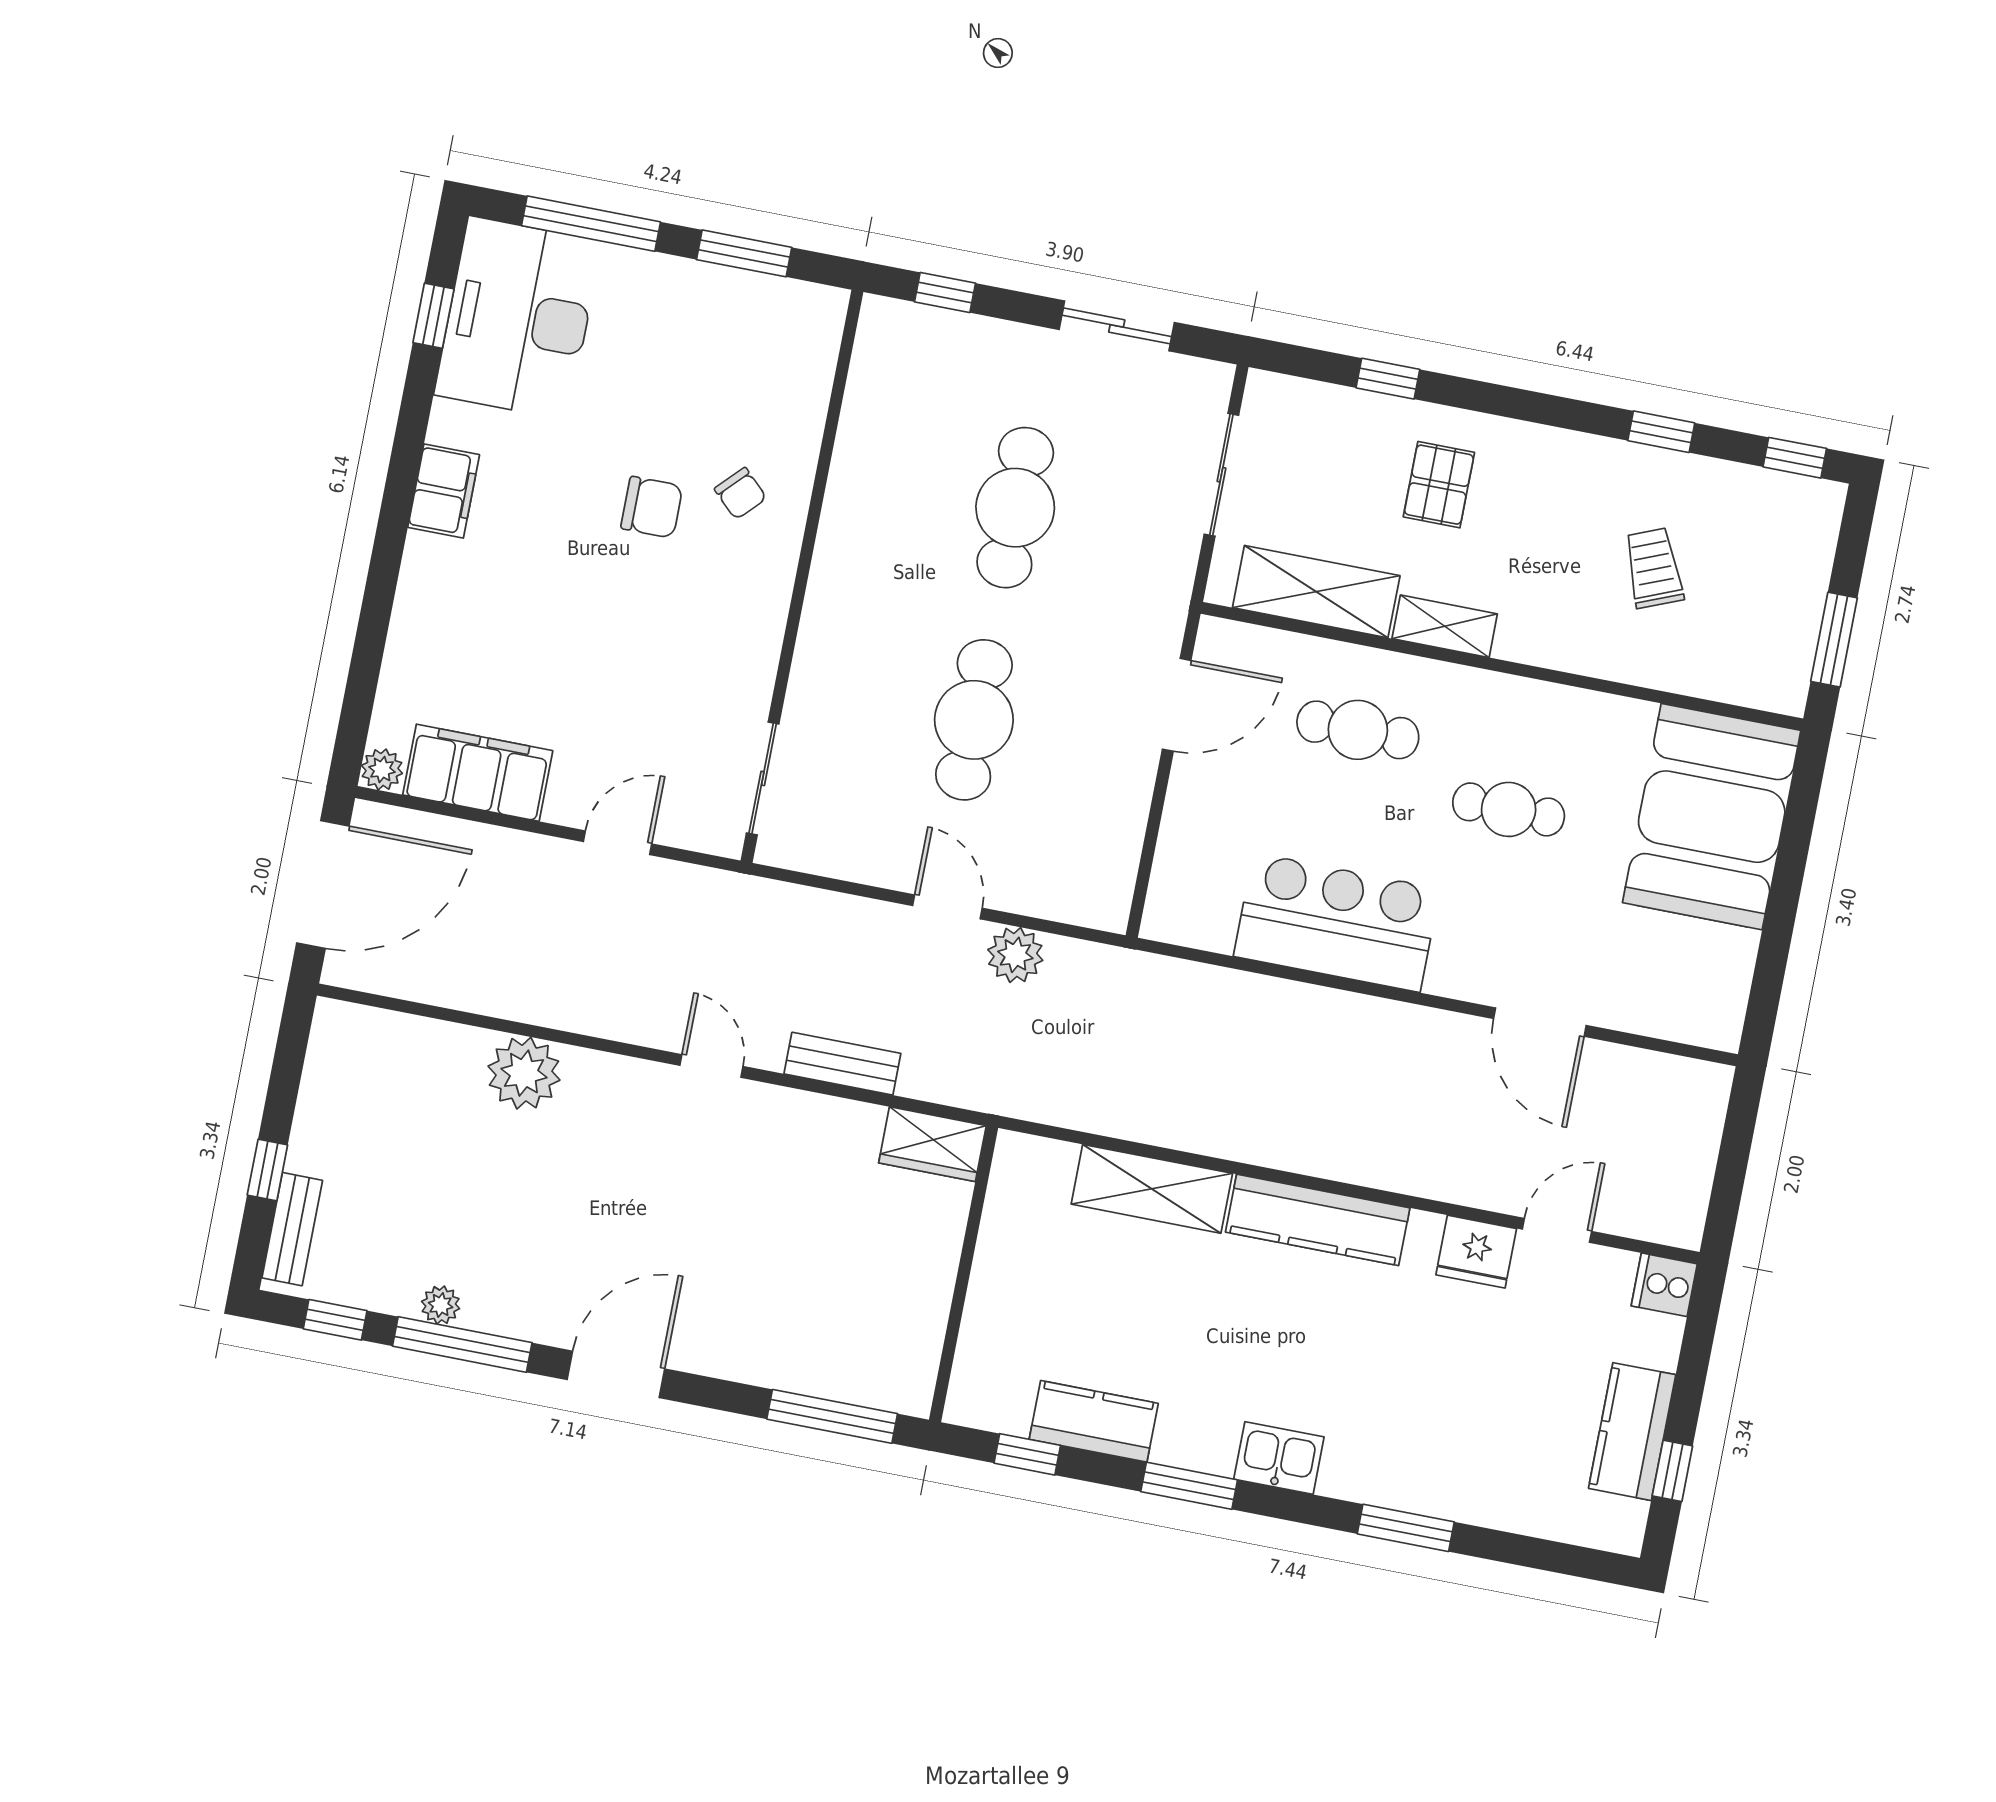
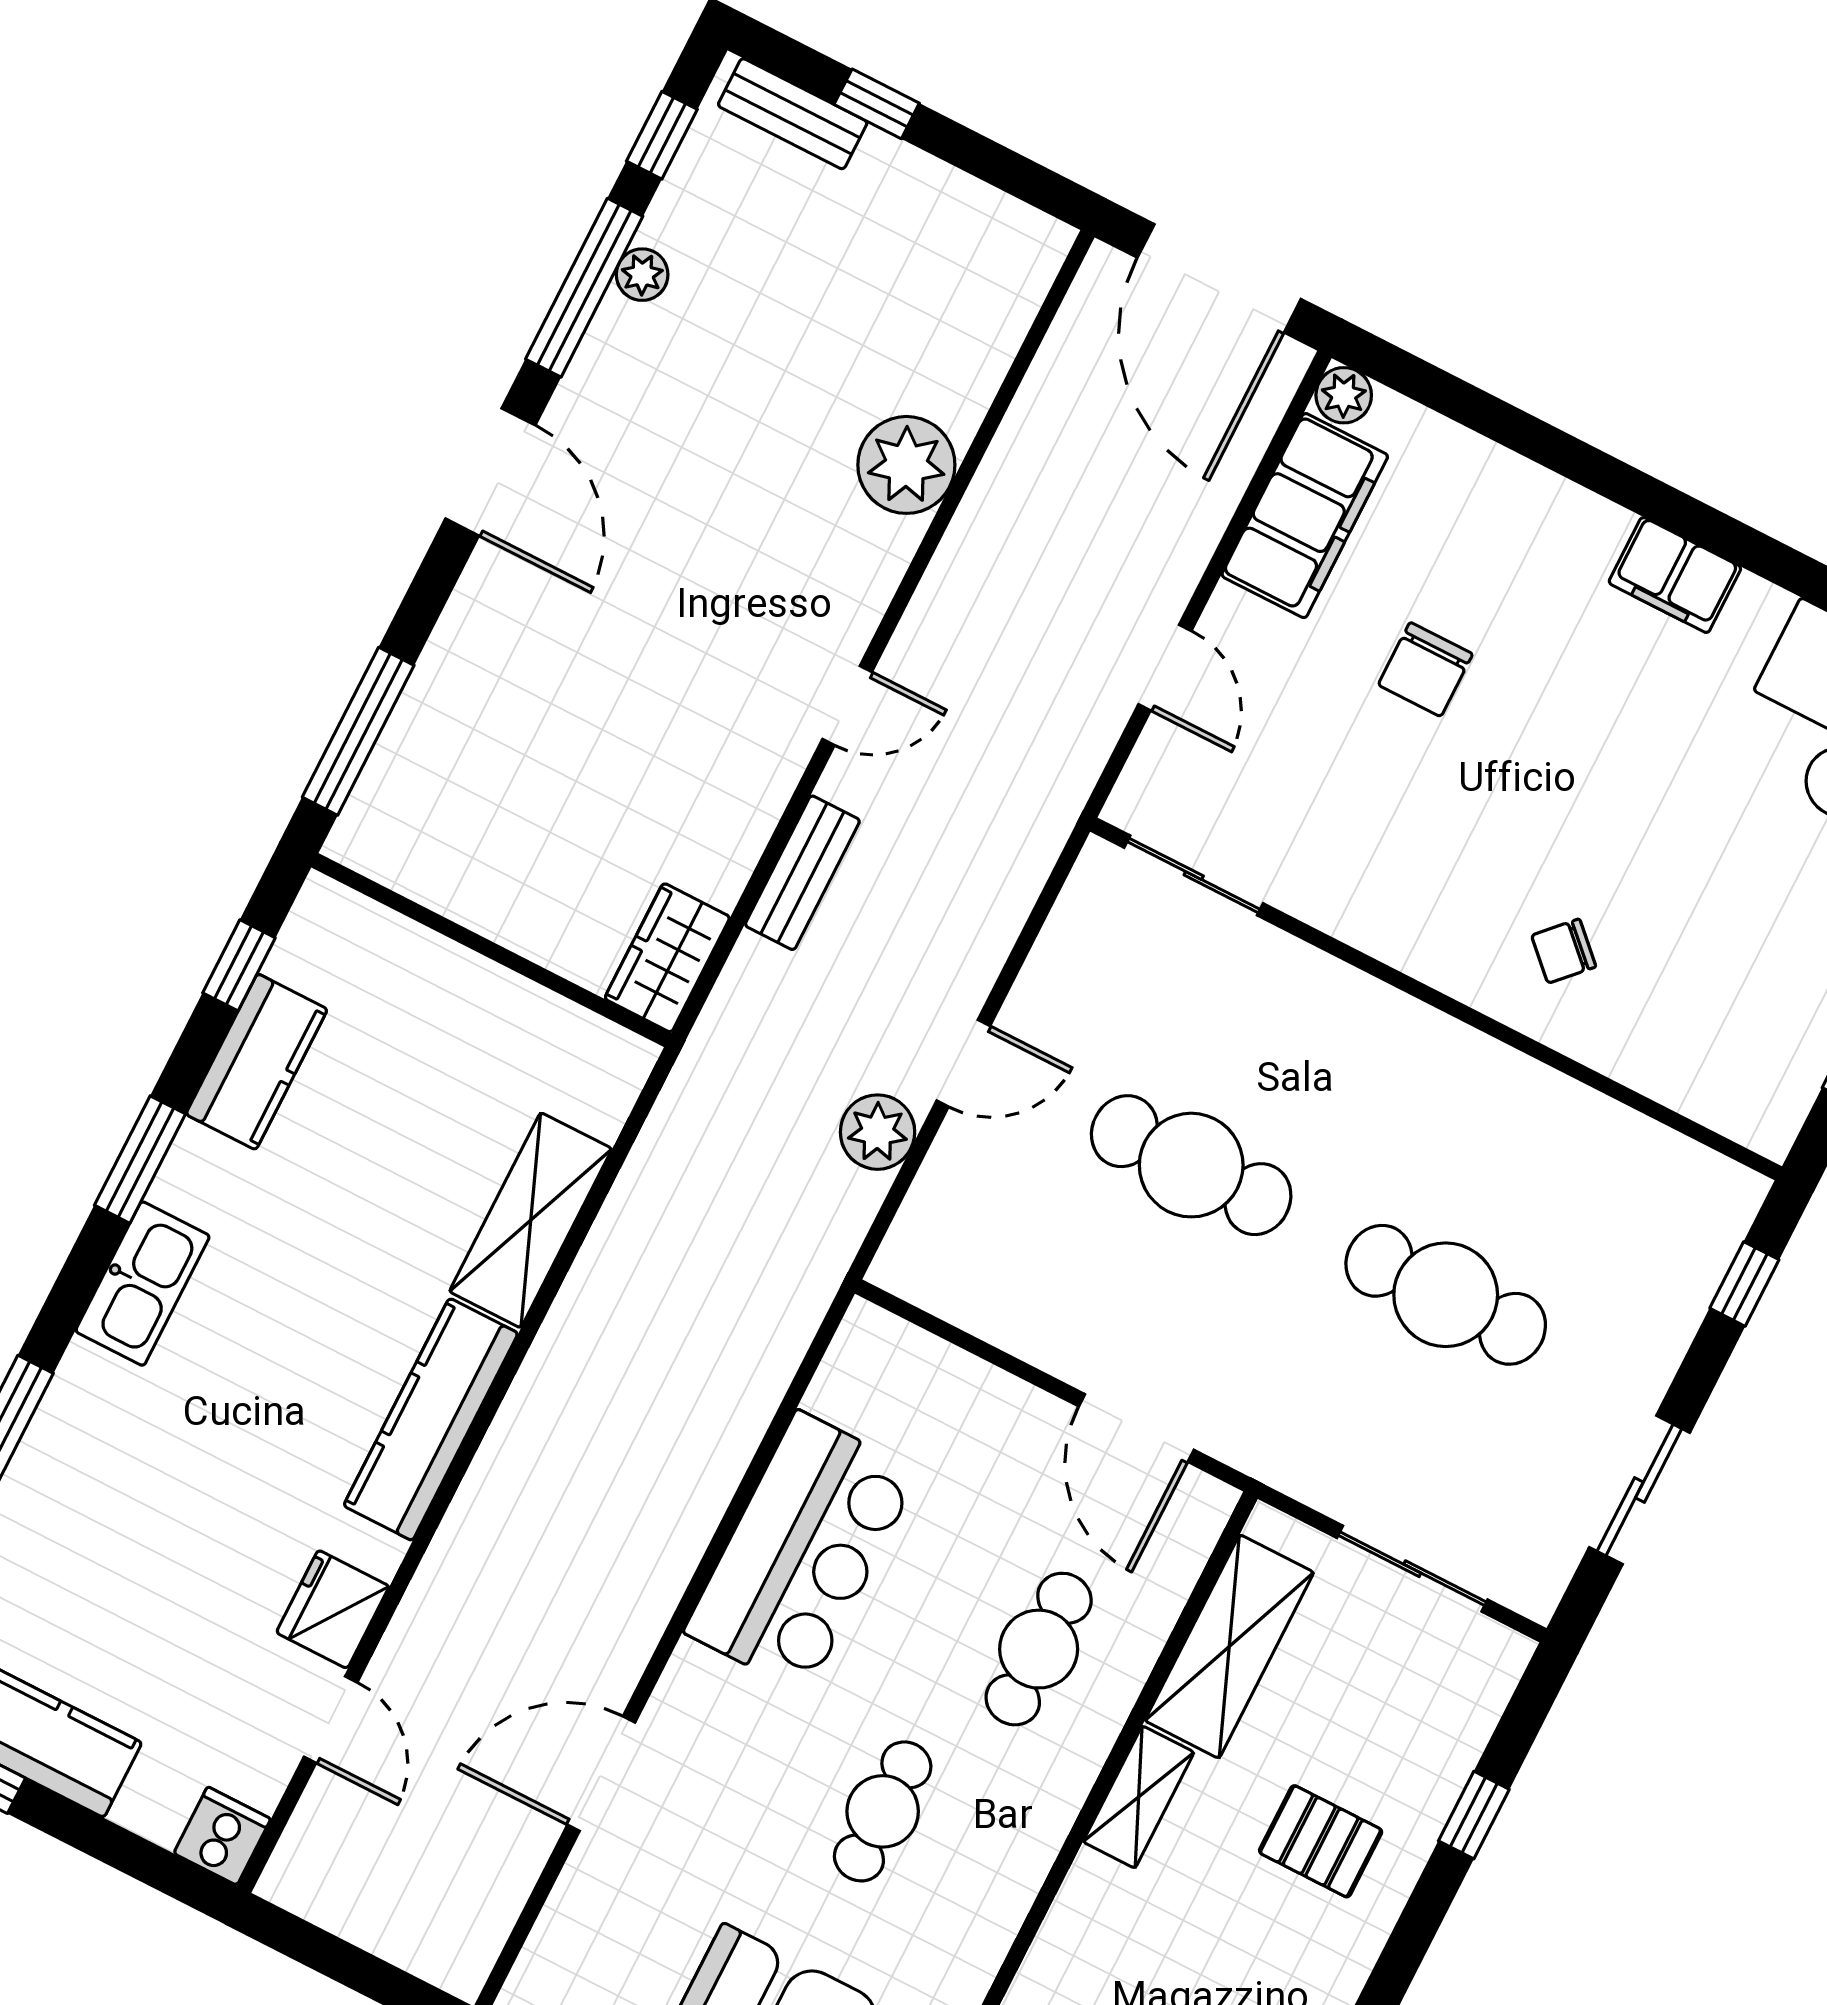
chair: (652, 507) -> (1425, 669), moved
kitchen sink: (1279, 1458) -> (143, 1284), width x1.38

